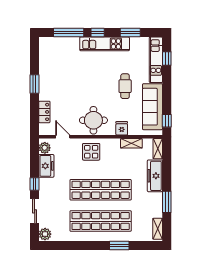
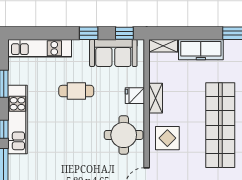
window: (167, 58) -> (89, 33), moved
sofa: (152, 107) -> (113, 53), width x0.73
shelving: (131, 143) -> (156, 98), moved

